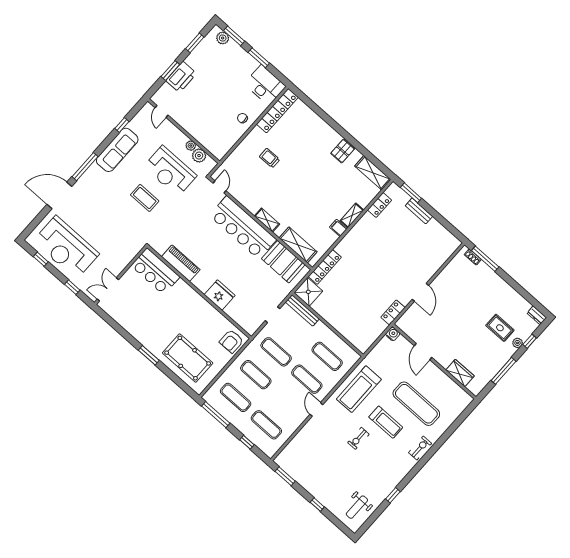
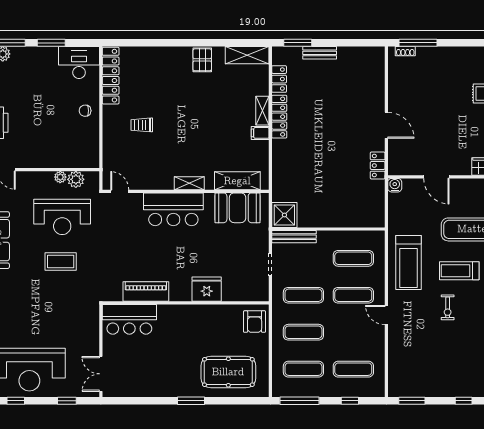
bar counter: (243, 227) -> (173, 209), width x0.73
locker: (325, 267) -> (279, 117), moved
treadmill: (386, 422) -> (459, 271), turned 180

